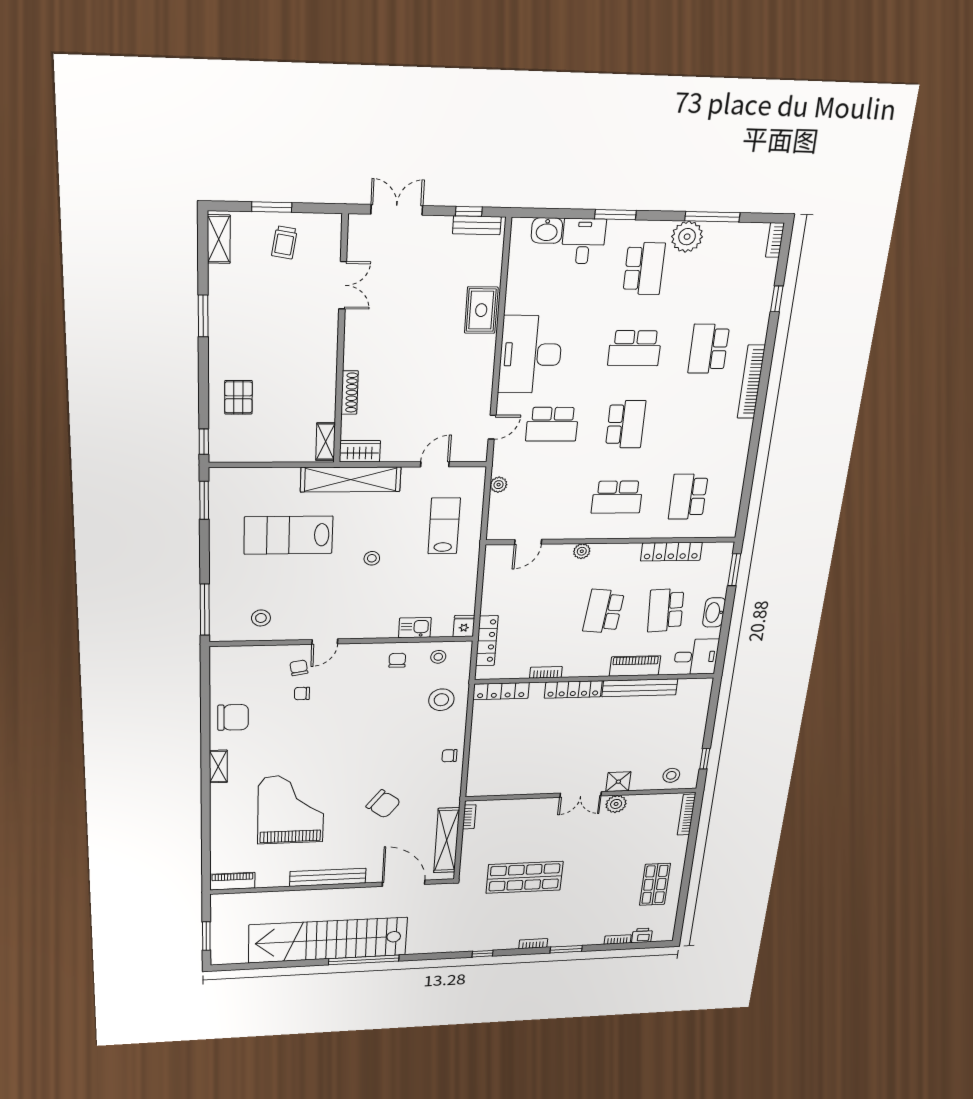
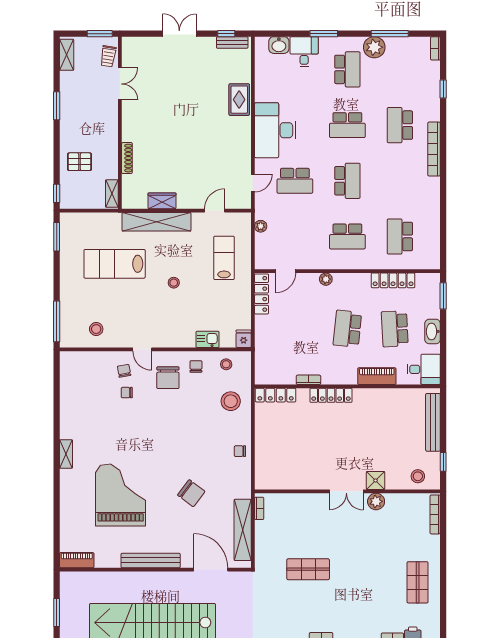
double door: (343, 285) -> (120, 84), moved
wall: (341, 342) -> (120, 123), moved
shoe rack: (350, 393) -> (127, 158), moved
pallet: (238, 397) -> (79, 162), turned 90
shelving: (326, 442) -> (112, 194), moved
locker: (487, 641) -> (262, 294), moved
door: (325, 642) -> (142, 349), hinge flipped
bench: (640, 688) -> (433, 422), moved, turned 90
chair: (233, 717) -> (168, 378), moved, turned 90
shop shelf: (524, 877) -> (308, 569), width x0.70, depth x0.74

